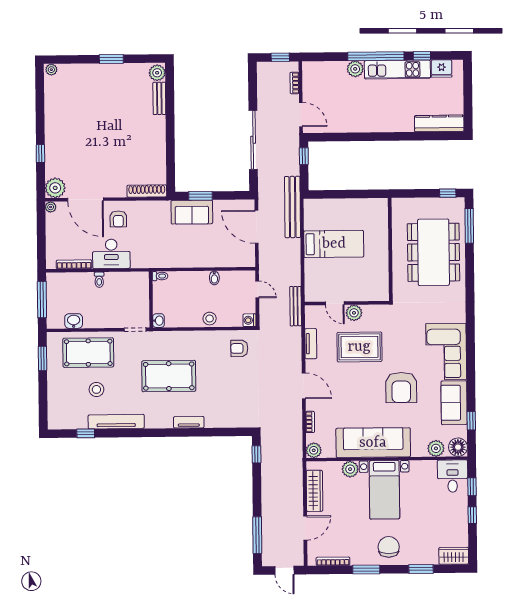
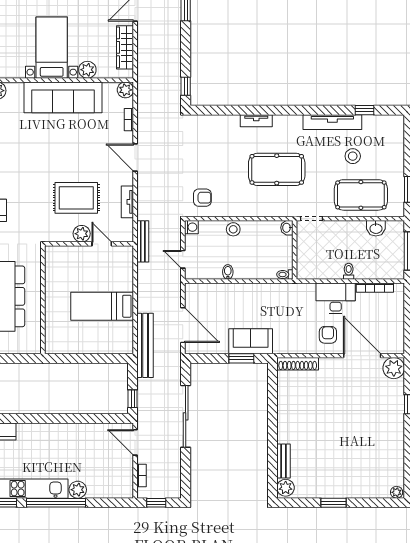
plant: (51, 207) -> (399, 348), removed
armchair: (401, 387) -> (33, 155), removed

